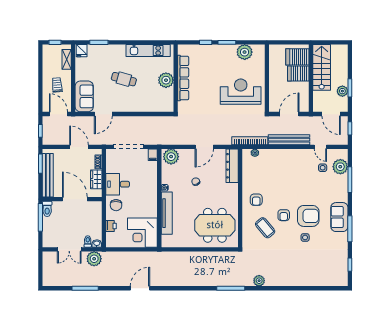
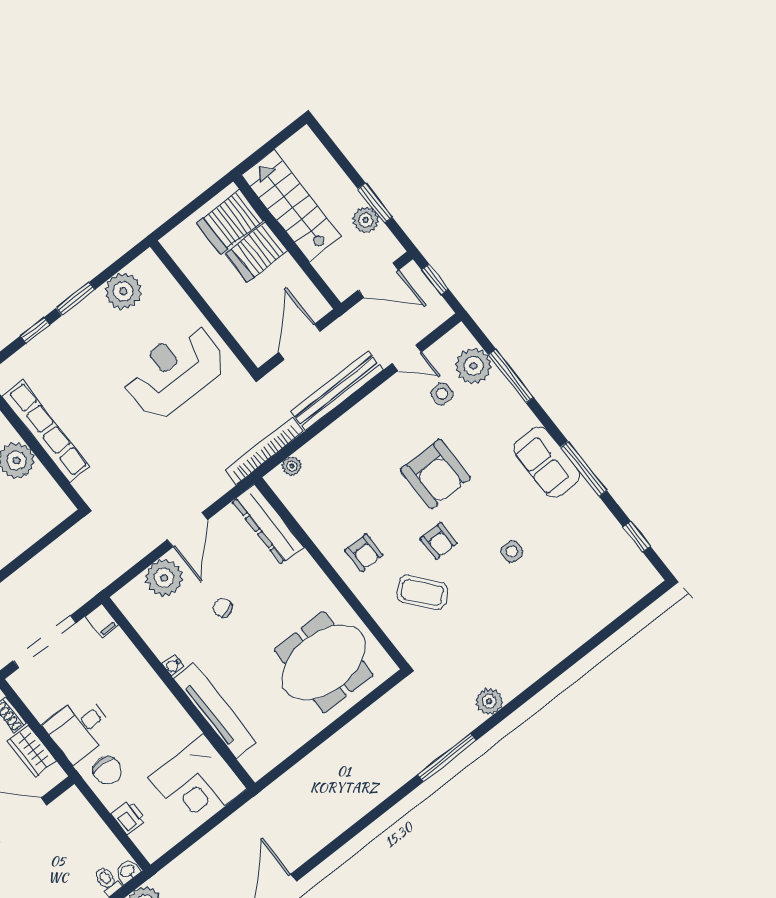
plant: (171, 157) -> (164, 578), moved
armchair: (308, 216) -> (435, 474), moved, turned 90

